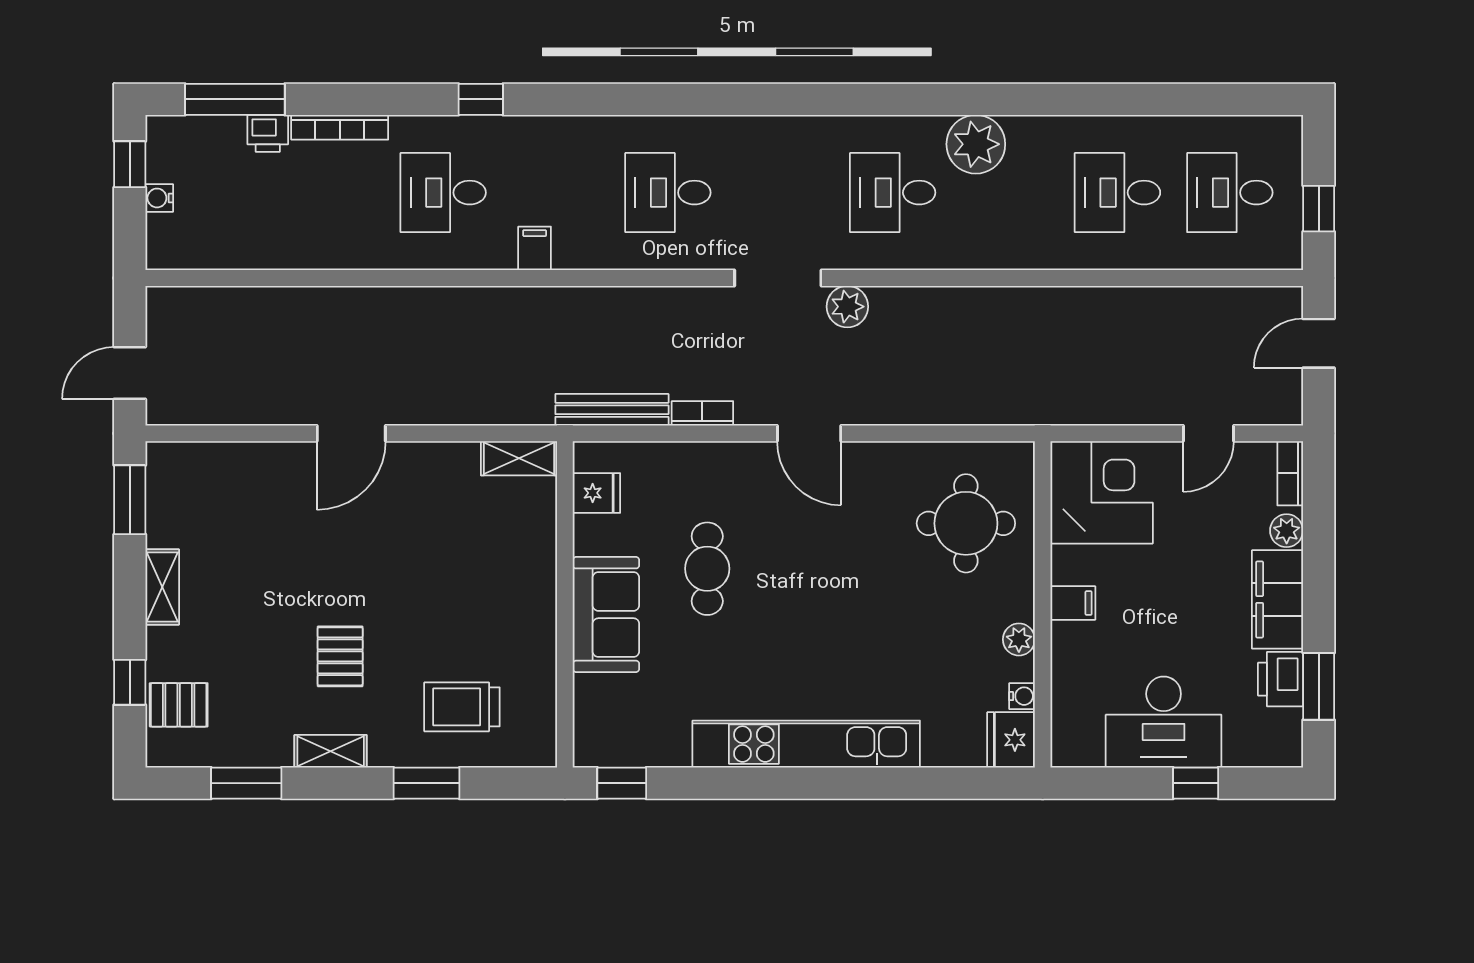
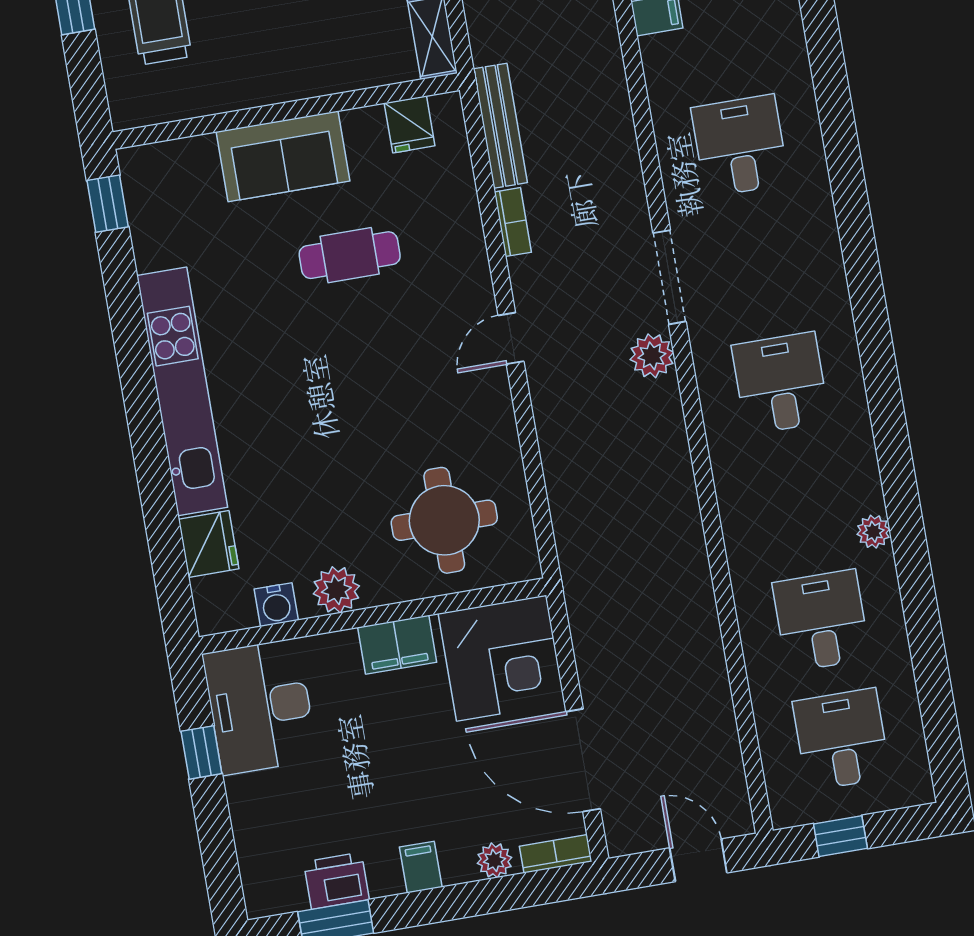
plant: (976, 144) -> (873, 532), moved, width x0.53, depth x0.53
door: (809, 433) -> (511, 338), width x0.73
door: (1208, 433) -> (583, 760), width x1.87
filing cabinet: (1277, 599) -> (421, 867), width x0.33, depth x0.86
filing cabinet: (1073, 603) -> (397, 645), width x2.00
plant: (1019, 639) -> (336, 590), width x1.38, depth x1.38
water cooler: (1022, 696) -> (276, 605), width x1.38, depth x1.38
desk: (1164, 722) -> (260, 707), moved
fridge: (1011, 740) -> (209, 544), moved, turned 90
window: (1196, 783) -> (201, 752), moved

